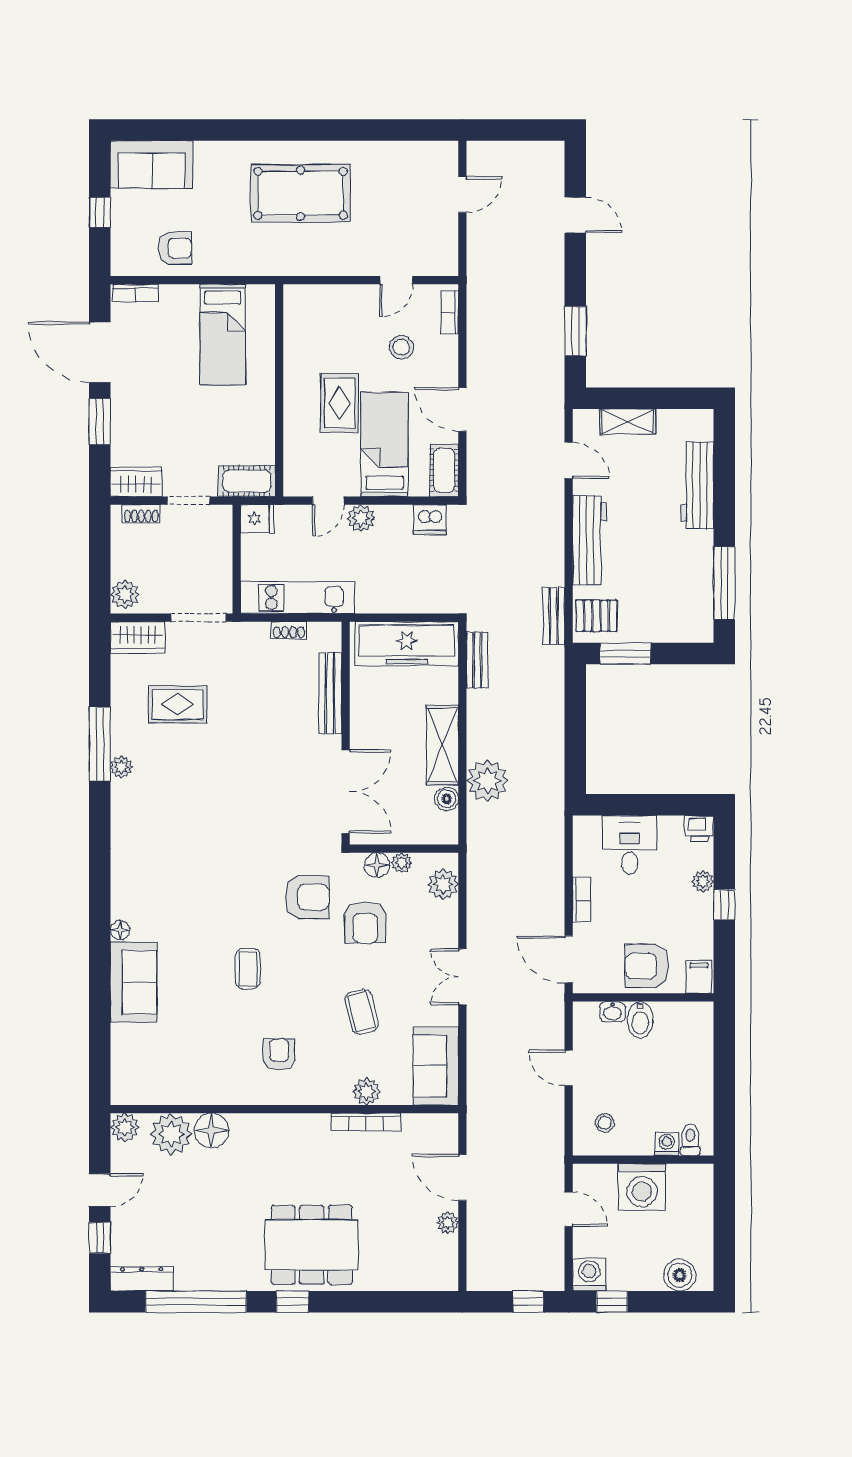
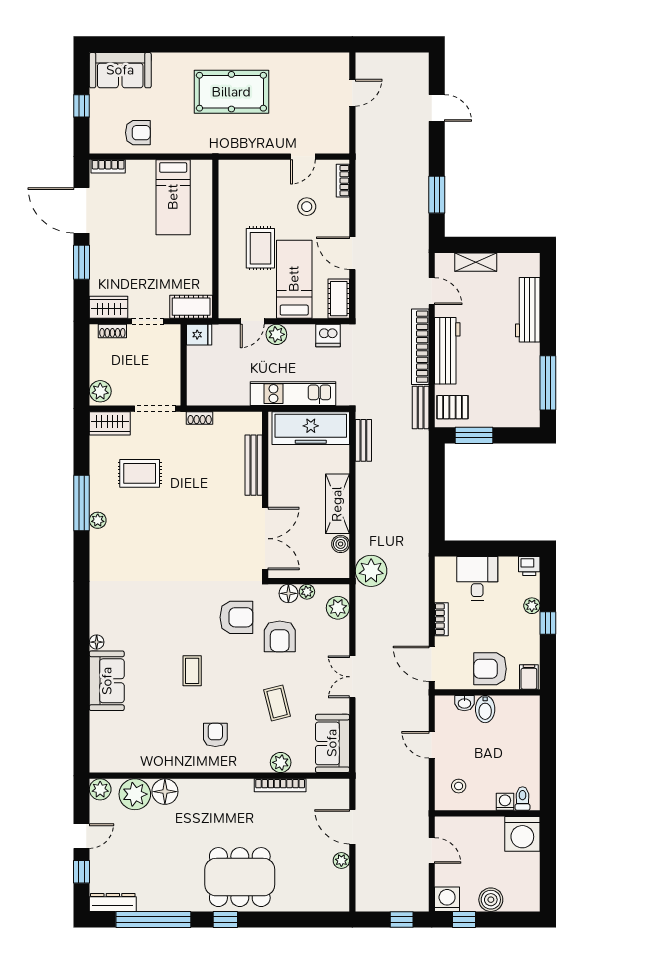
bookcase: (553, 535) -> (420, 347), added
kitchen unit: (298, 598) -> (293, 394), moved
shoe rack: (289, 630) -> (200, 418), moved
plant: (487, 781) -> (371, 571), moved
washing machine: (642, 1187) -> (522, 834), moved
boiler: (680, 1275) -> (491, 900), moved

